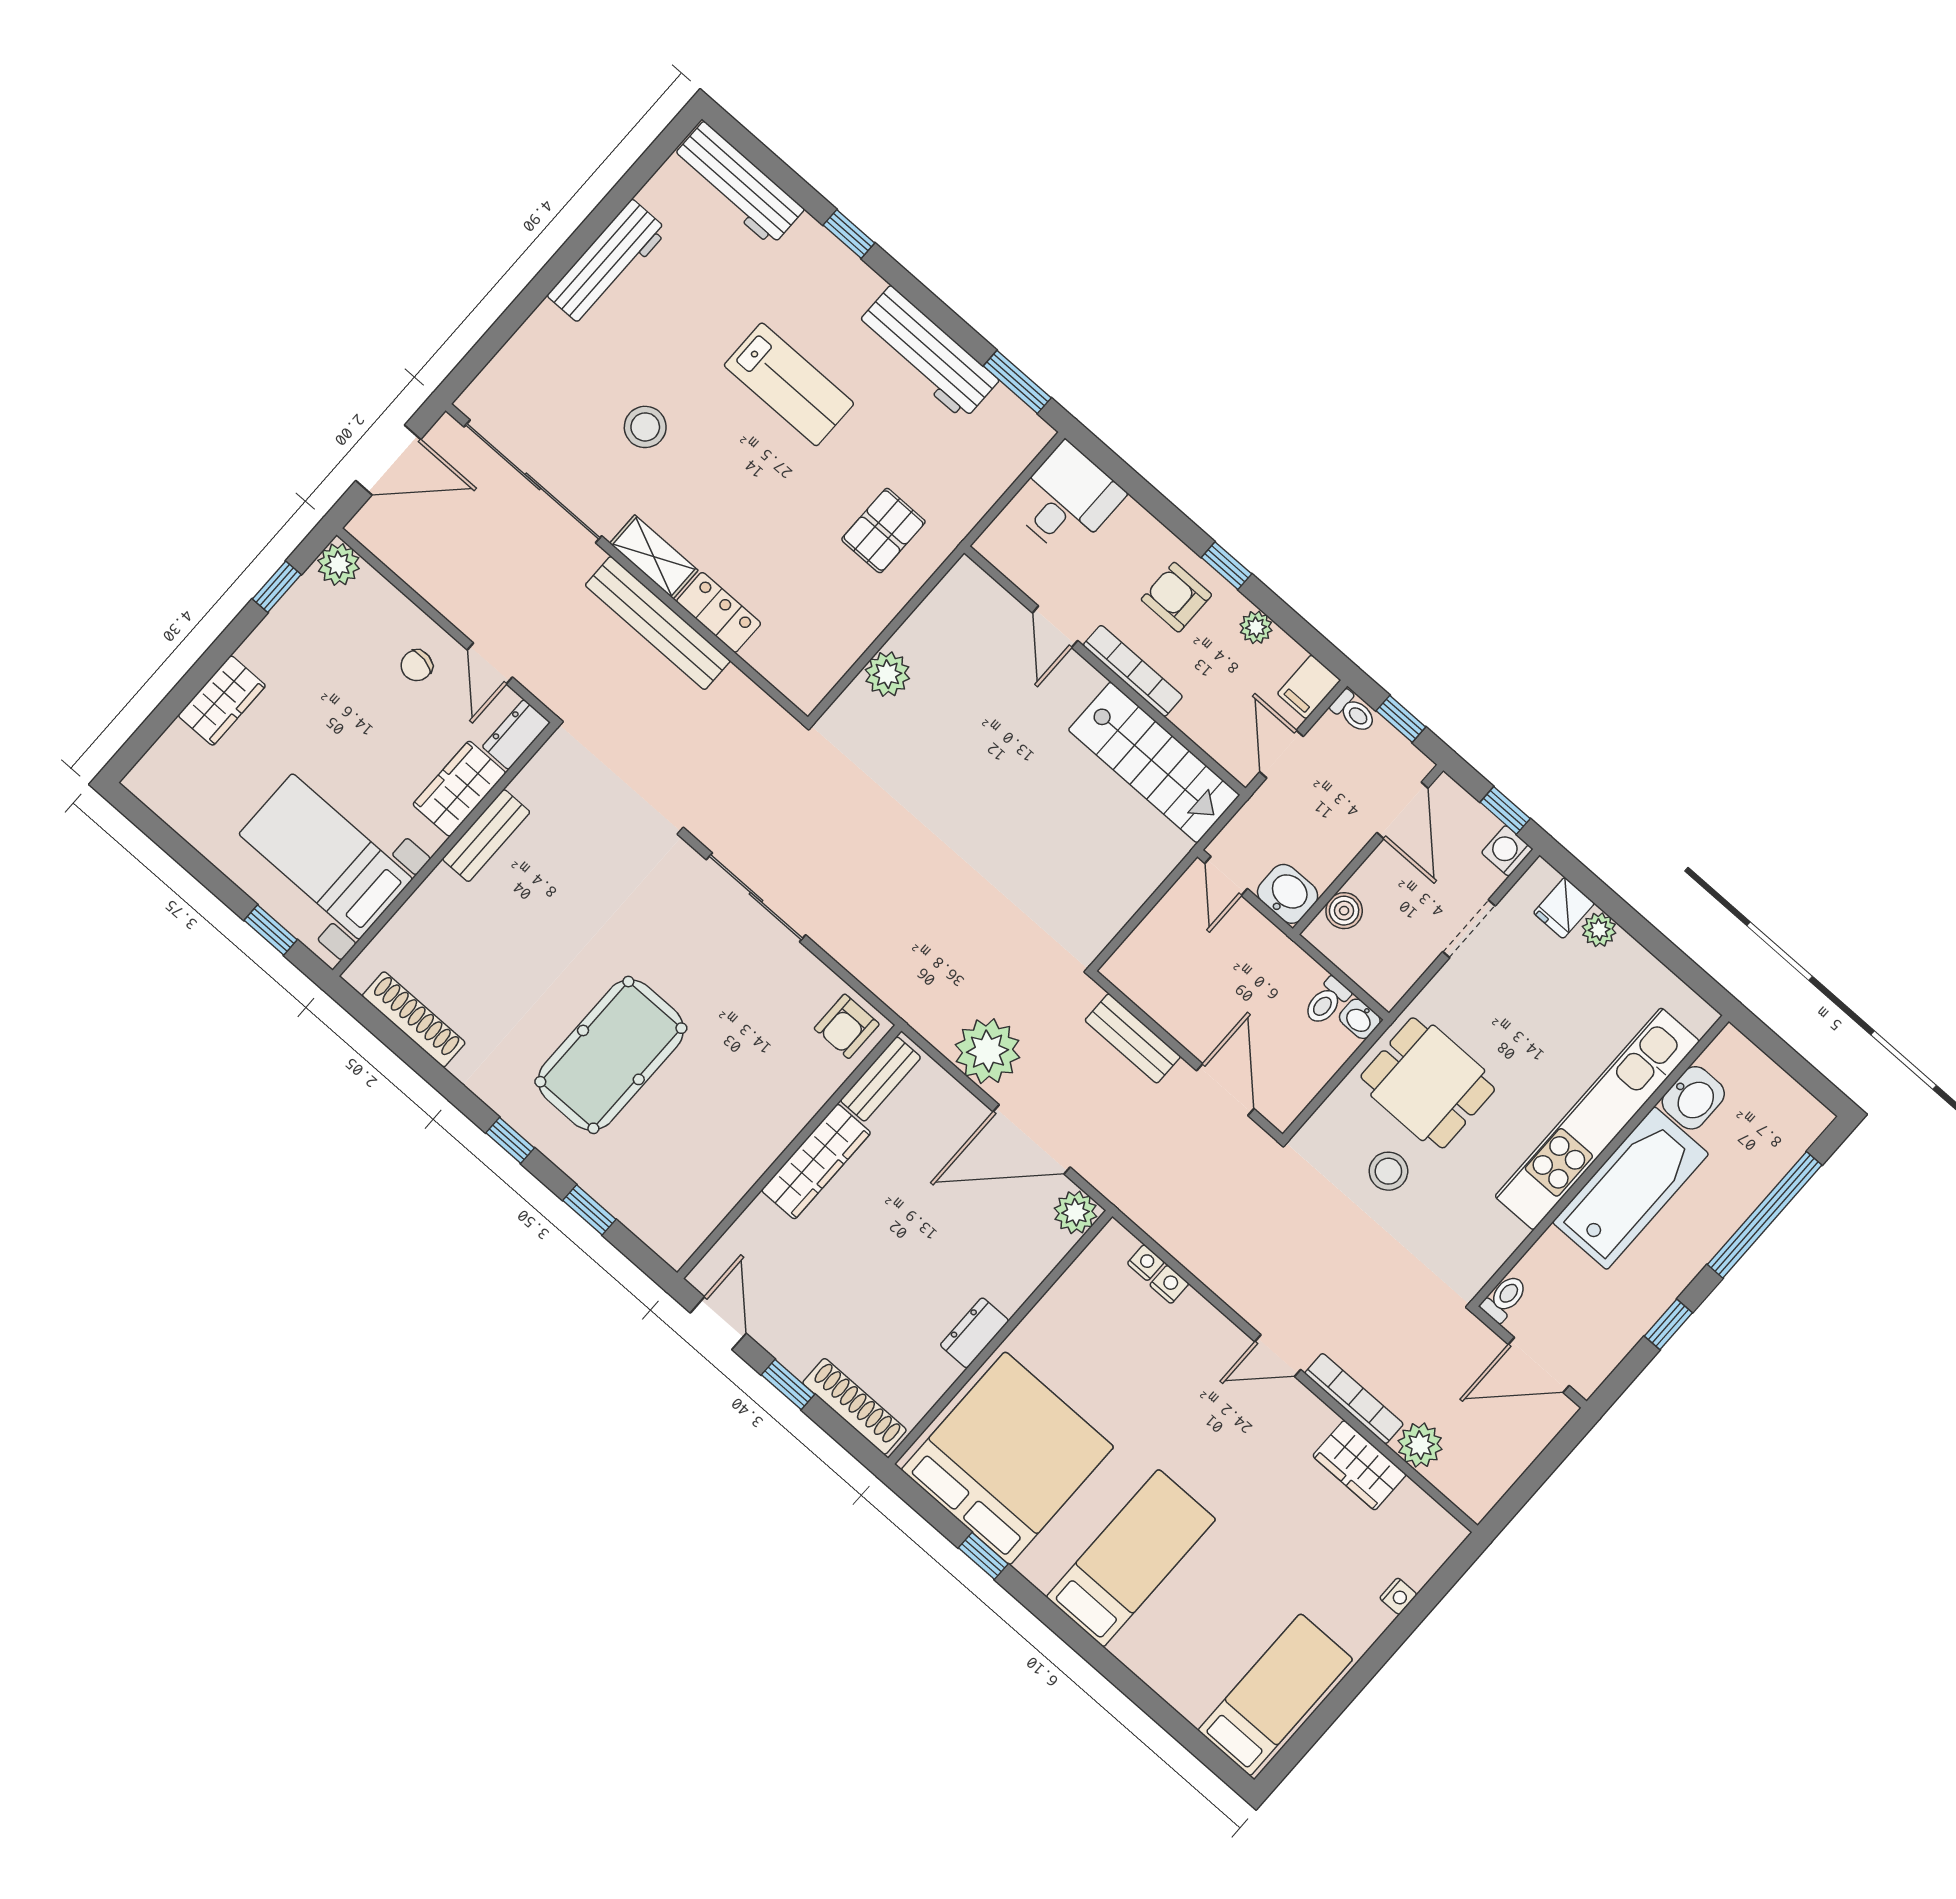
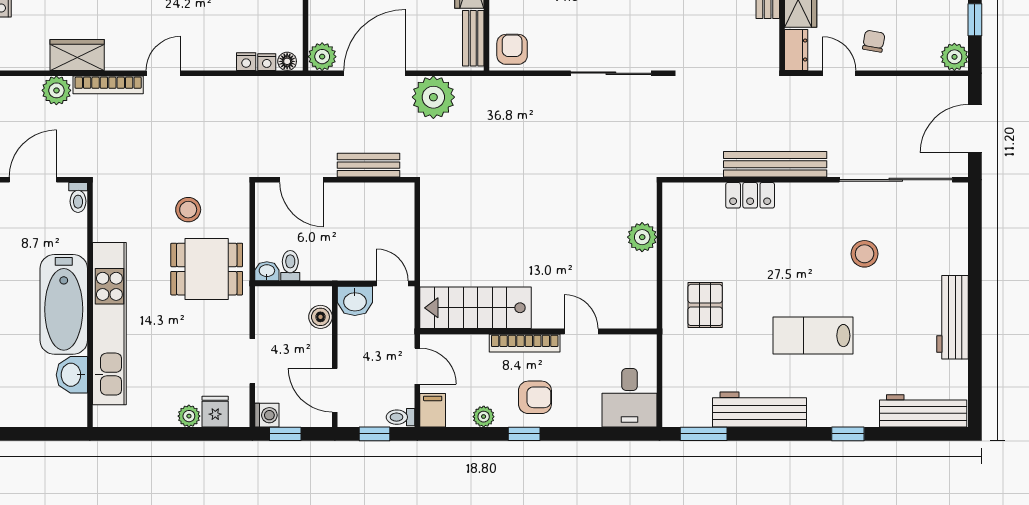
shelving: (654, 557) -> (805, 195), removed
floor lamp: (1121, 1243) -> (287, 61), added

